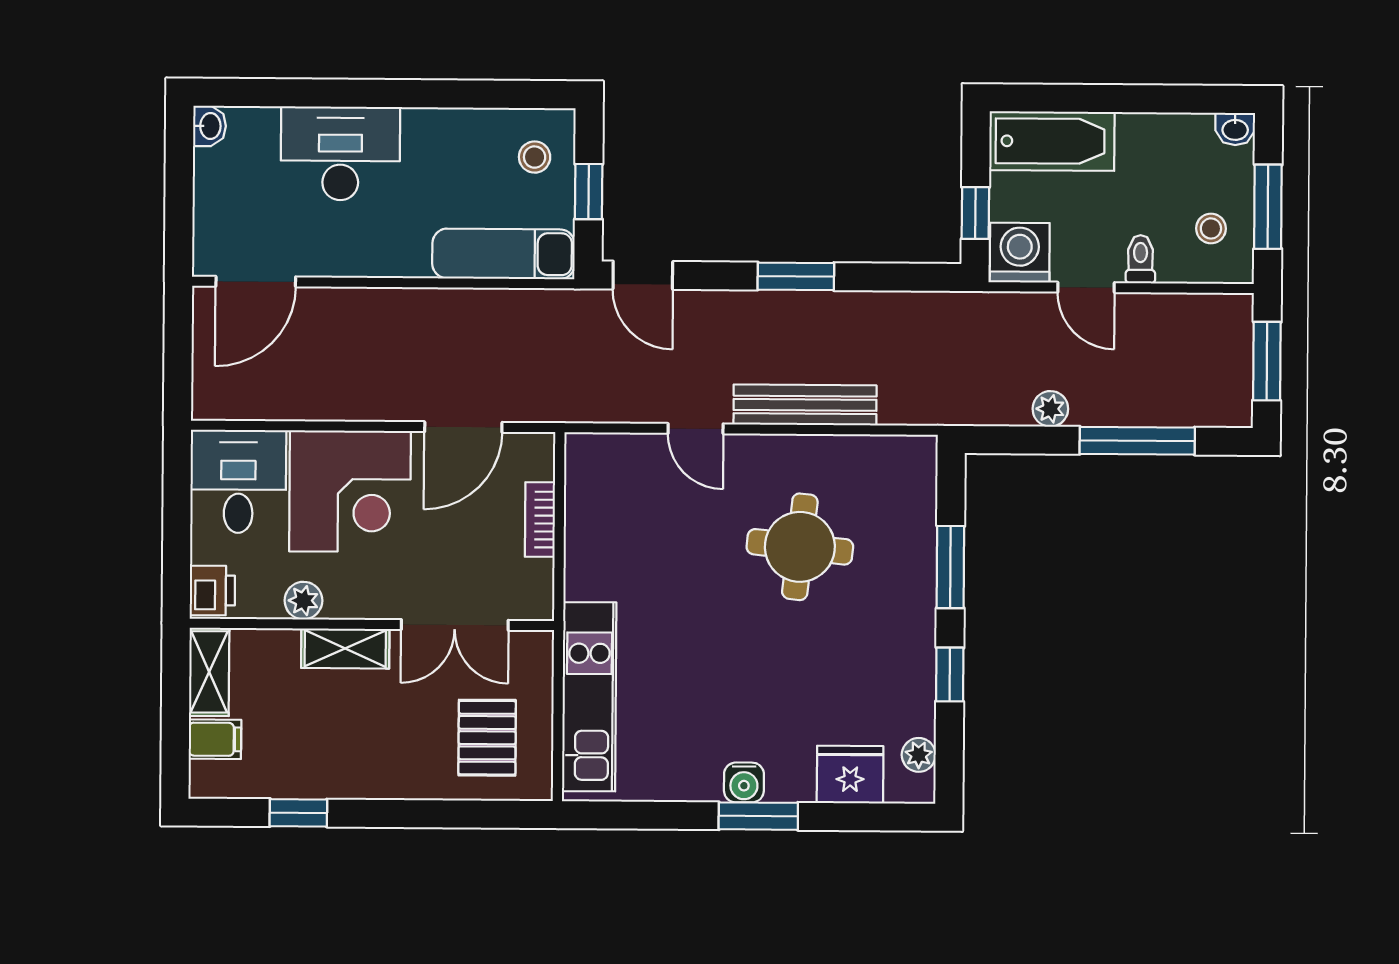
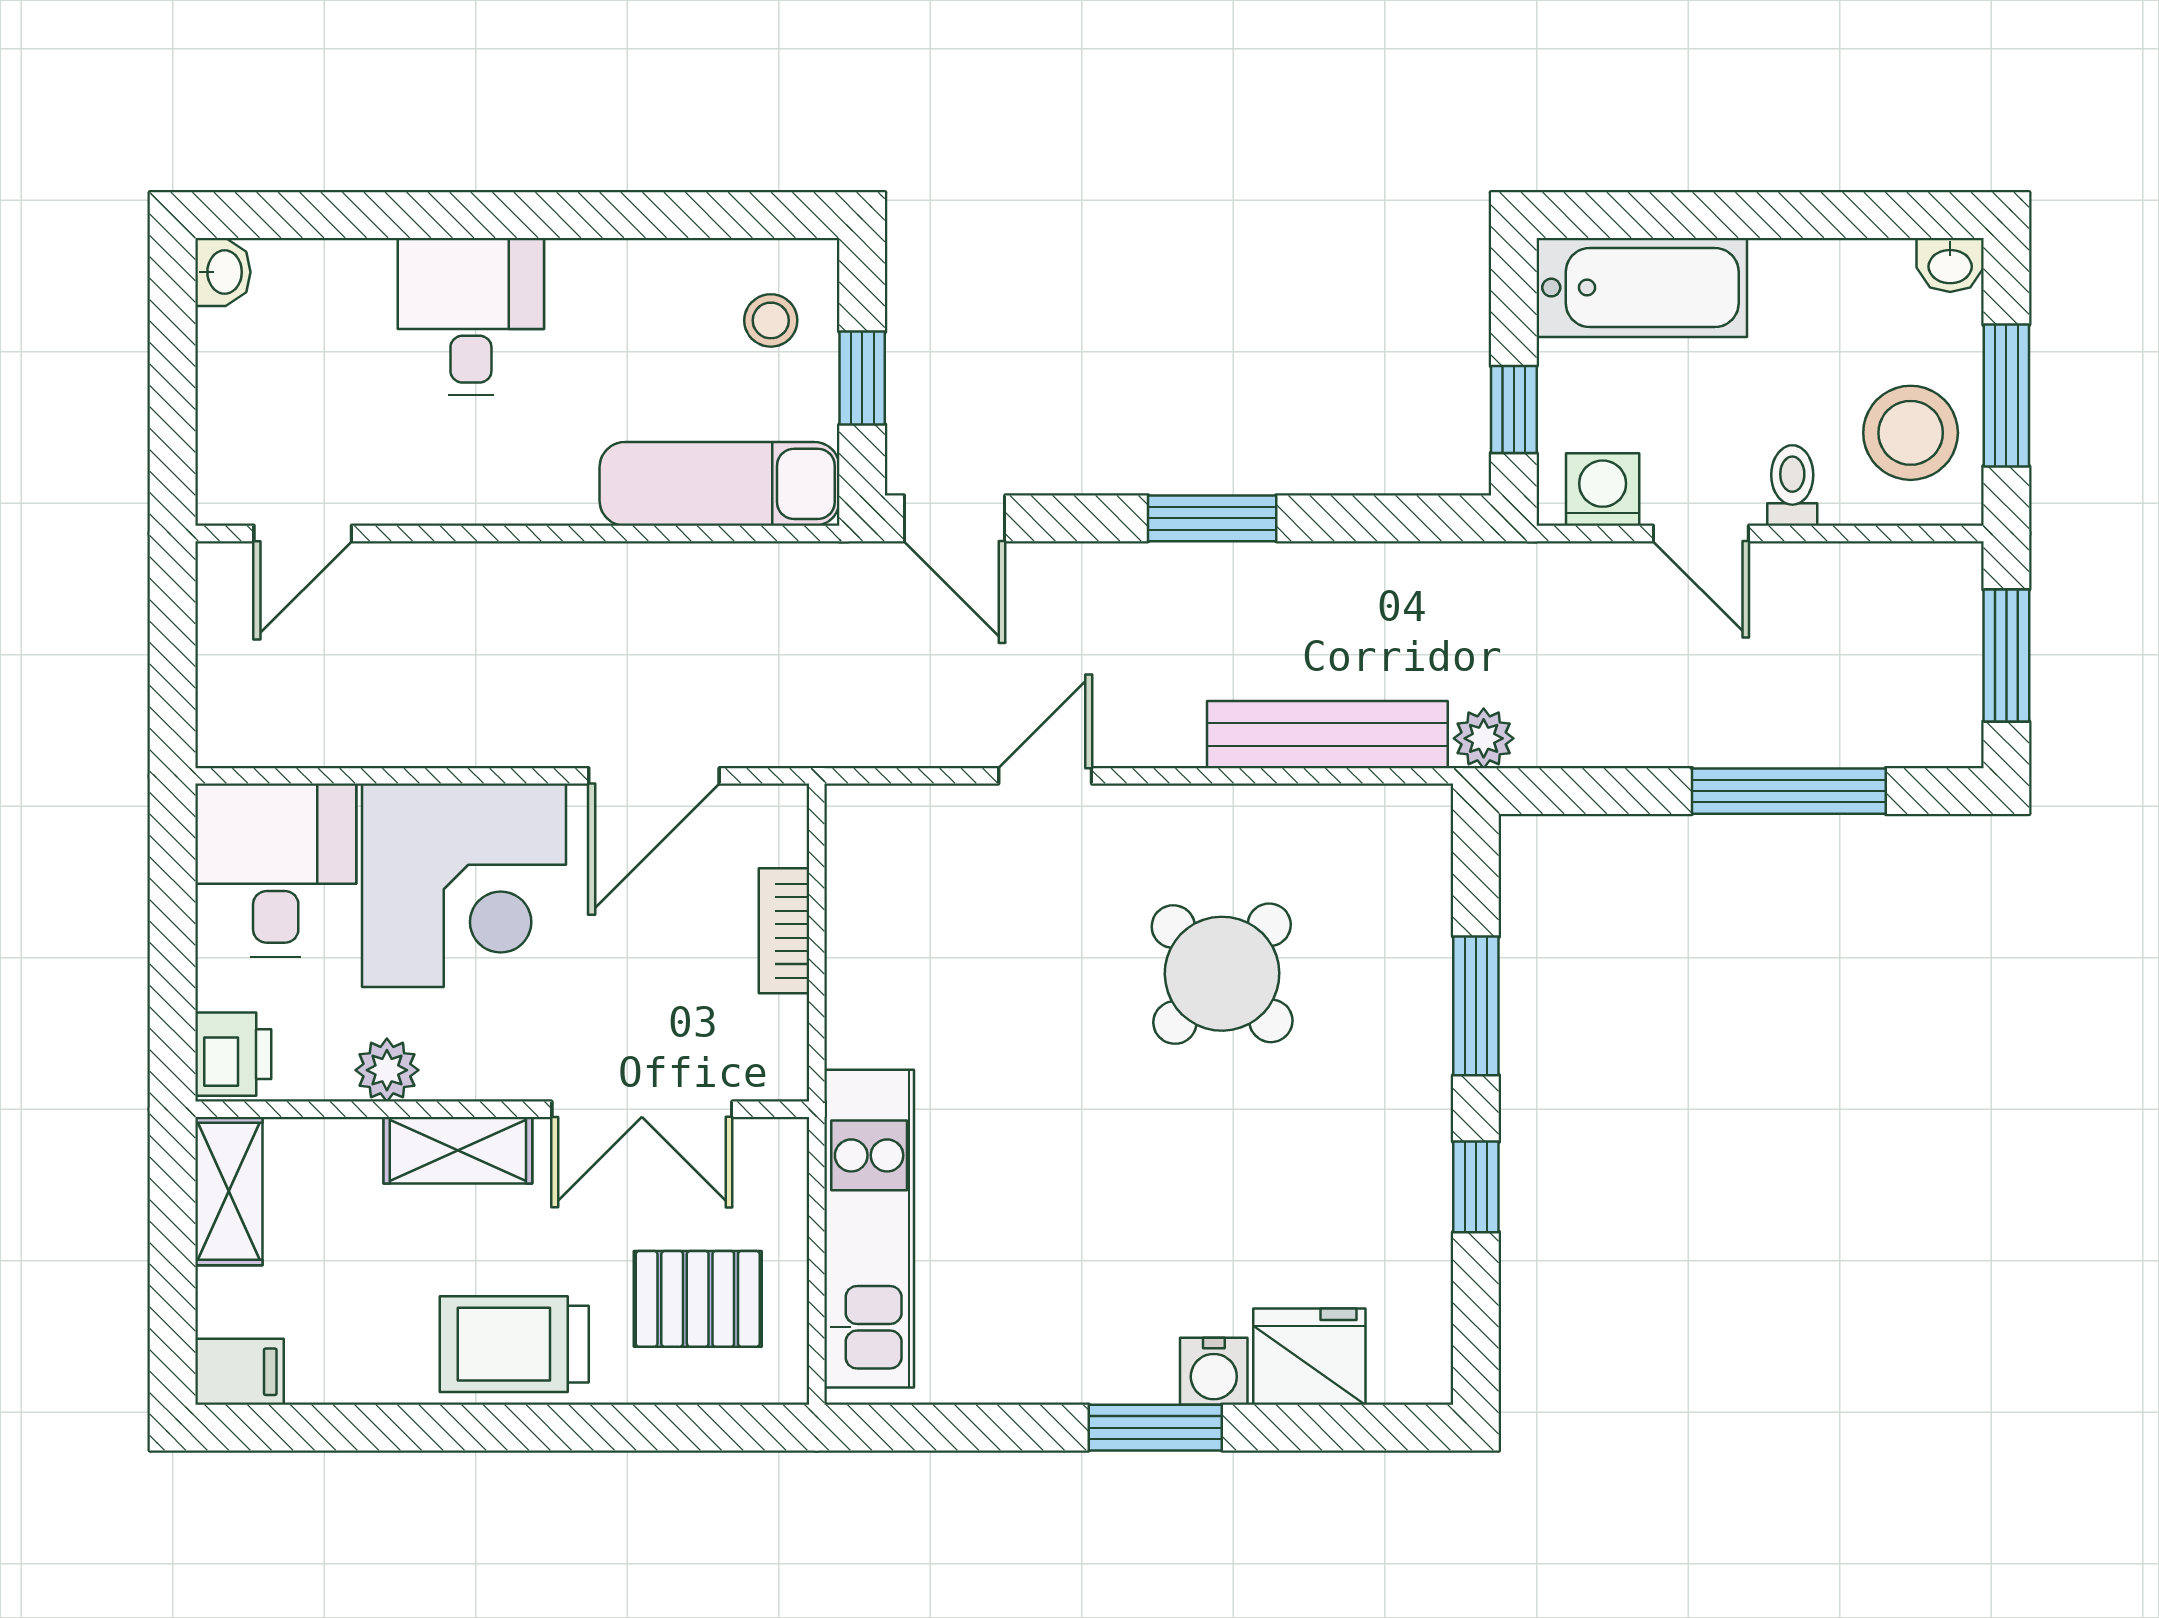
desk: (340, 153) -> (471, 317), width x0.73
stool: (1211, 228) -> (1911, 433), width x1.89, depth x1.89
washing machine: (1020, 253) -> (1603, 489), width x0.73, depth x0.73
door: (256, 282) -> (303, 533), width x0.73
bench: (805, 405) -> (1327, 735), moved
plant: (1050, 409) -> (1484, 738), moved
door: (696, 429) -> (1045, 776), swing flipped
round table: (800, 547) -> (1222, 974), turned 38
pallet: (487, 738) -> (698, 1299), turned 90
filing cabinet: (215, 739) -> (239, 1372), moved
plant: (919, 755) -> (1425, 1323), removed
trolley: (378, 764) -> (514, 1344), added
water cooler: (744, 782) -> (1214, 1371), moved
window: (298, 813) -> (381, 1428), removed

